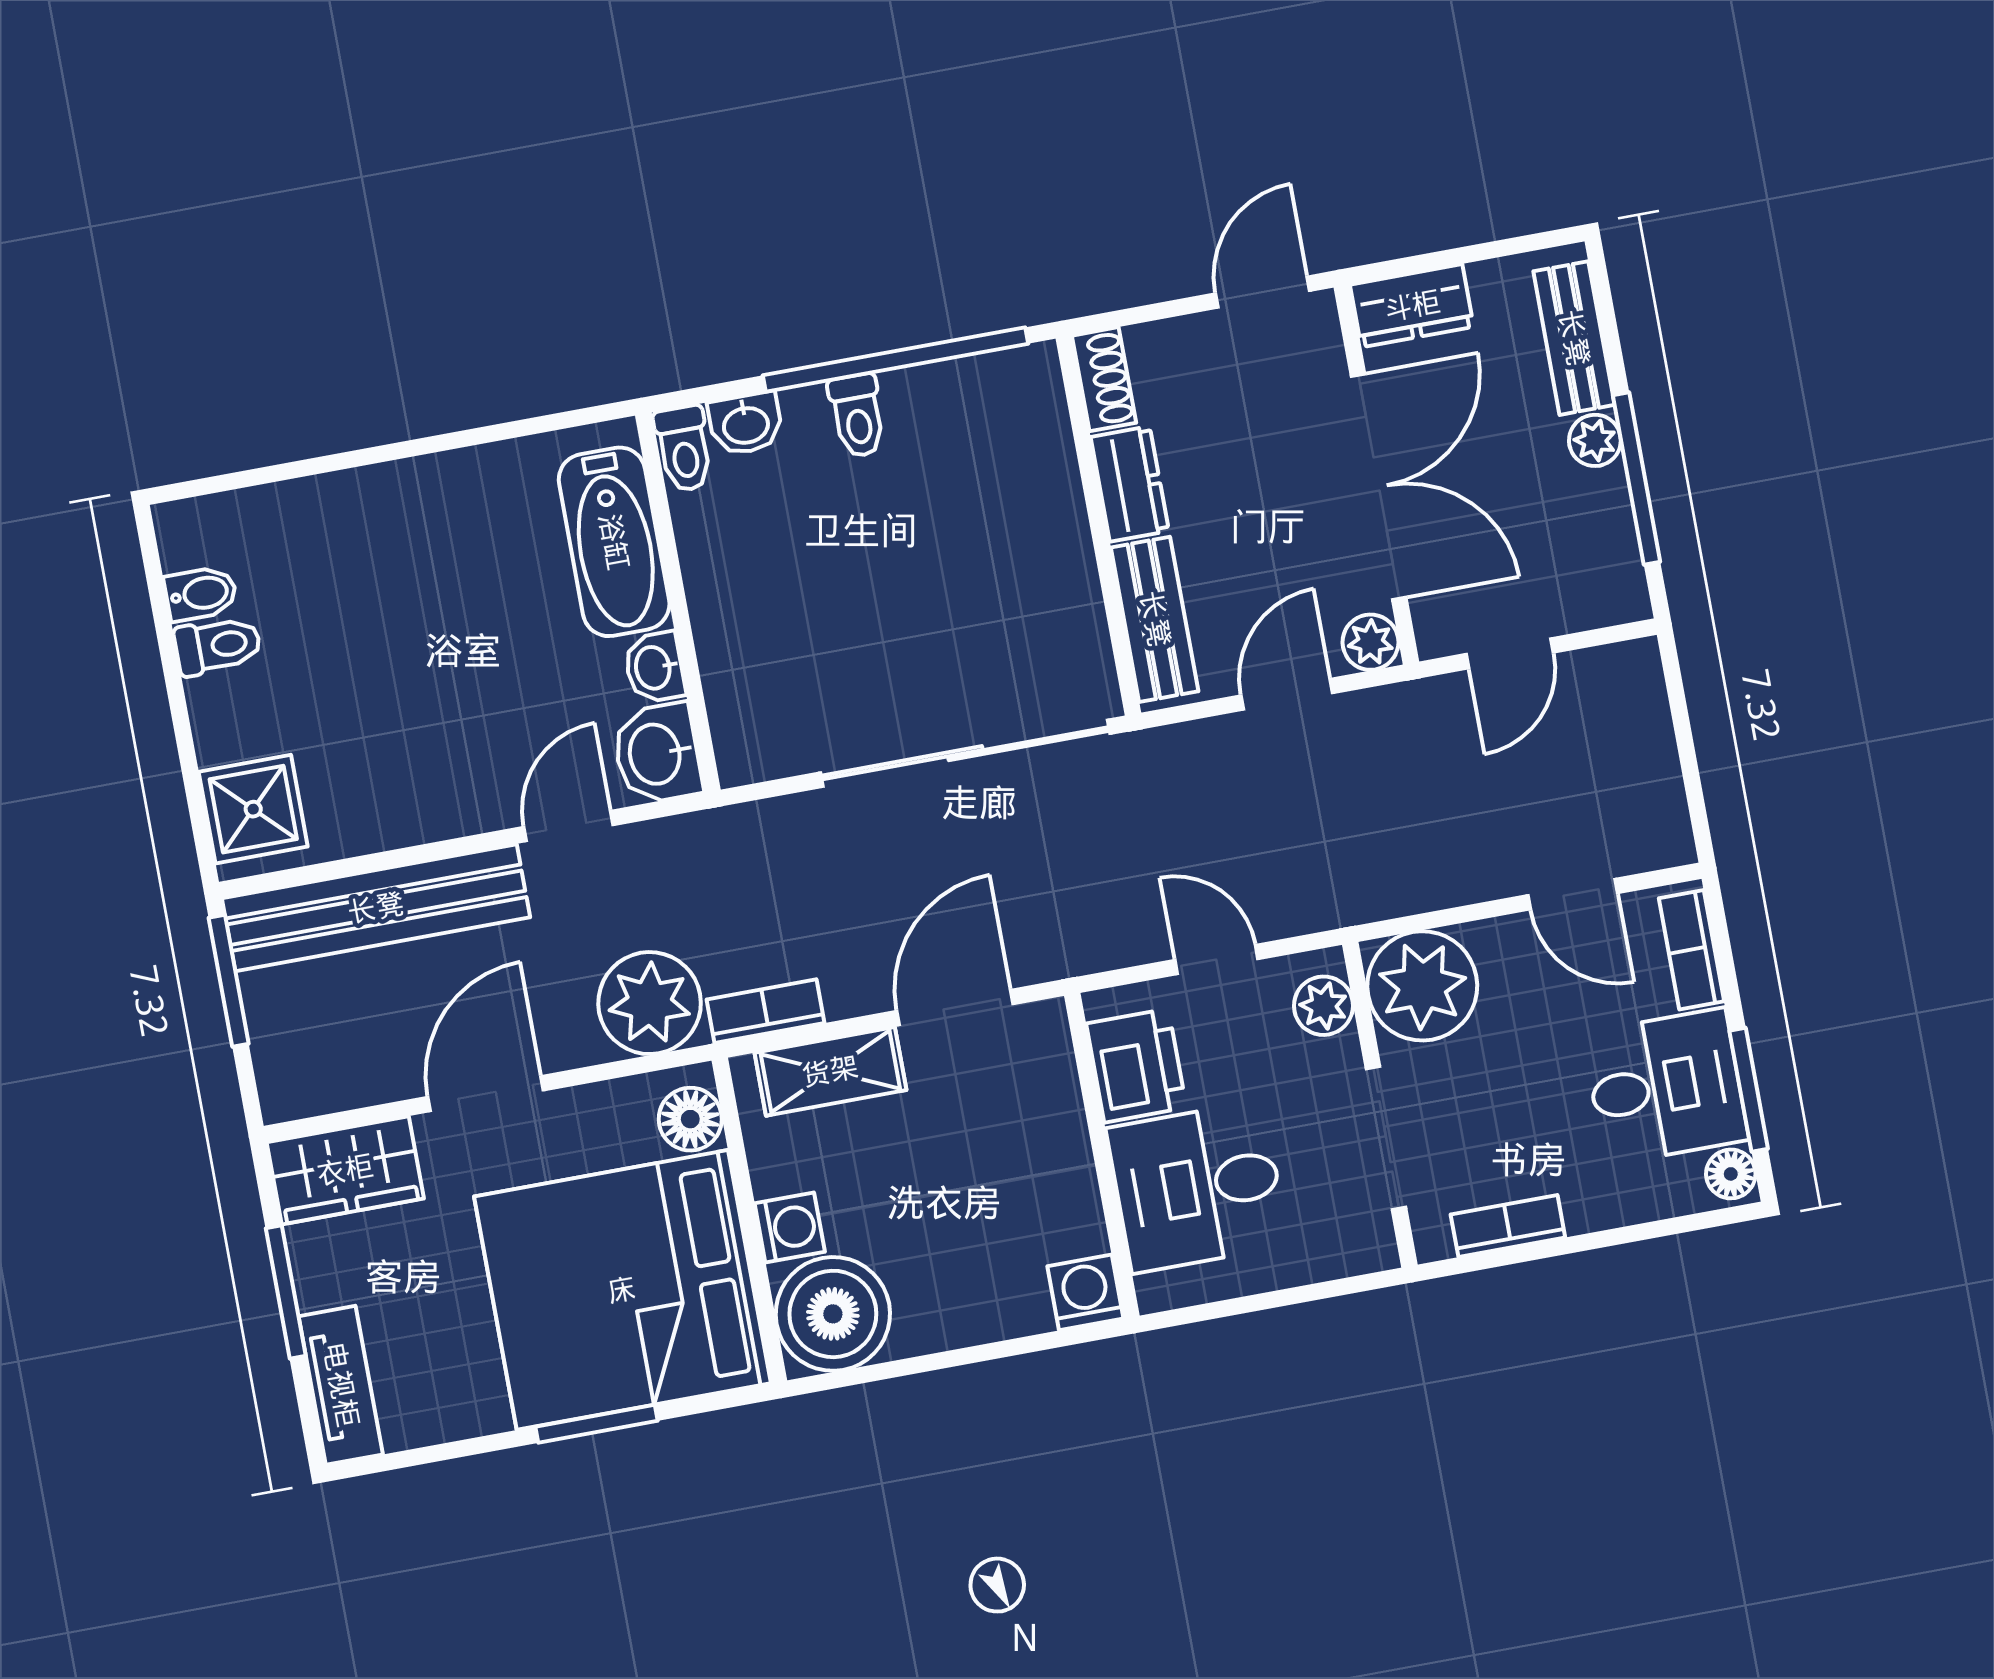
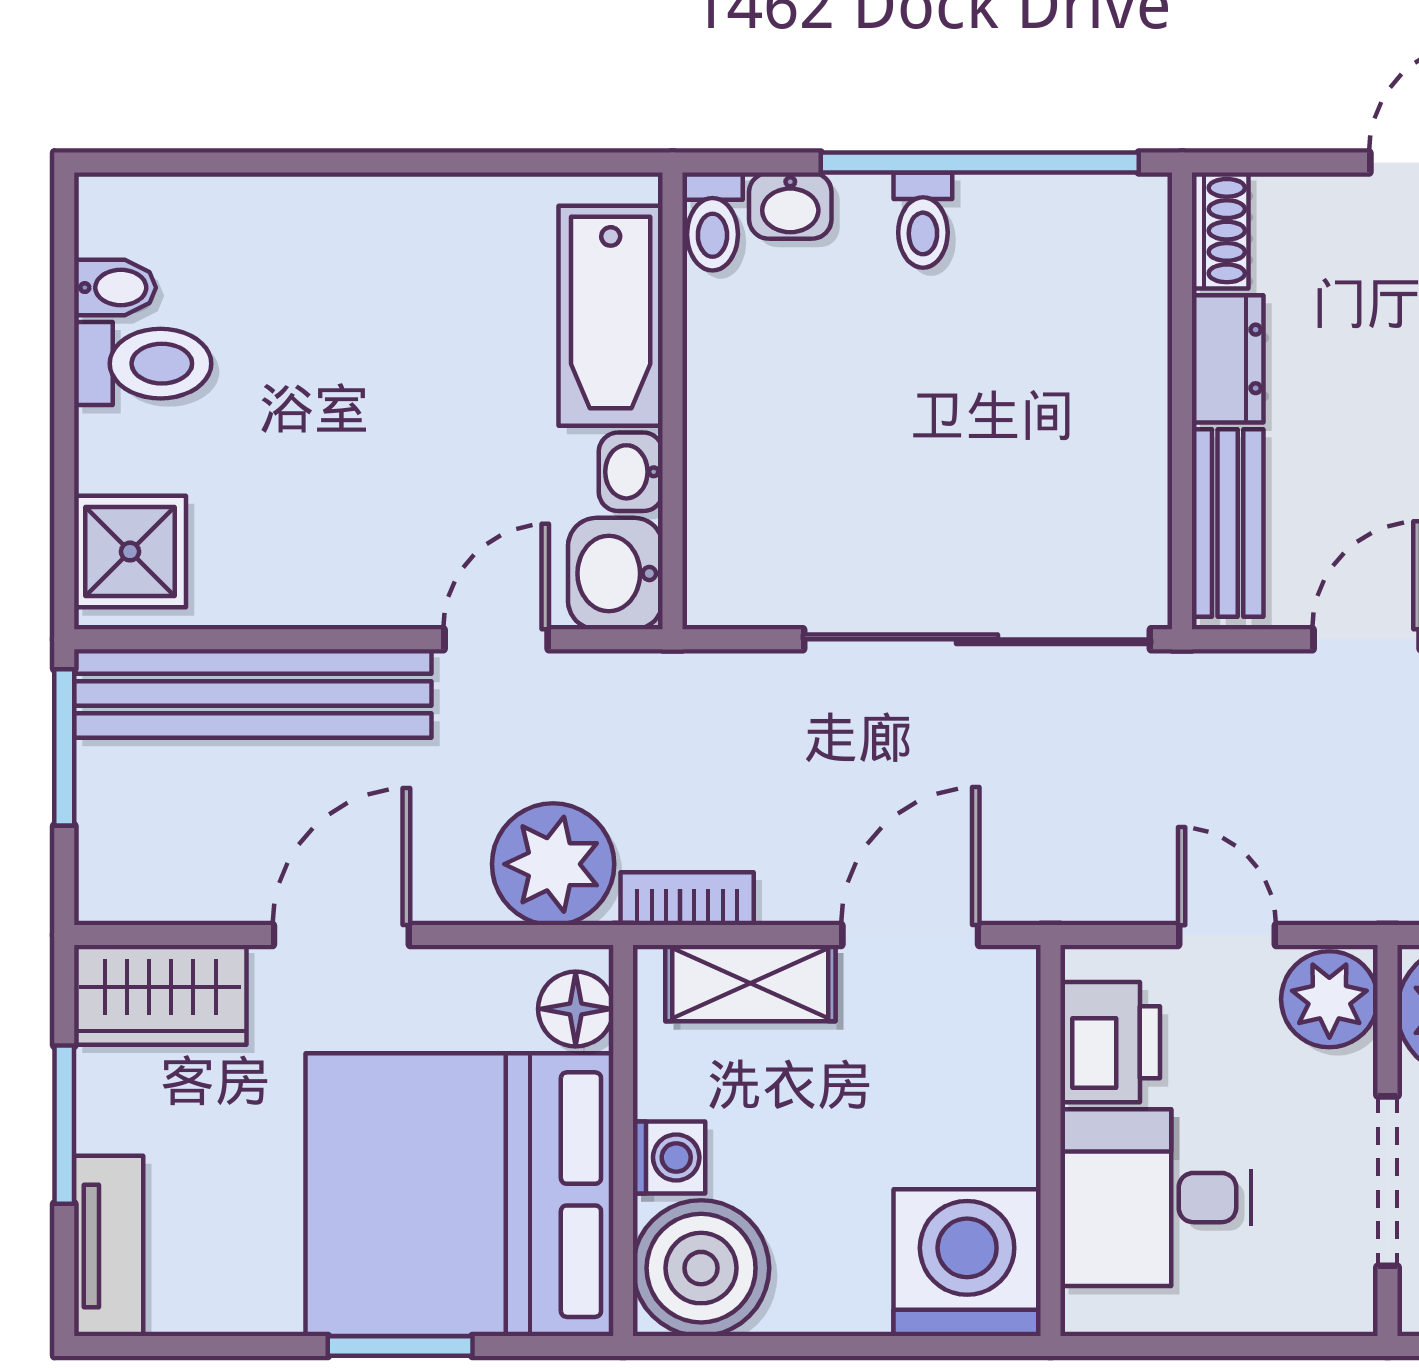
toilet: (218, 646) -> (143, 364), width x1.37, depth x1.39
plant: (1323, 1006) -> (1329, 999), width x1.38, depth x1.38
washing machine: (1085, 1292) -> (967, 1263), width x1.89, depth x1.89

